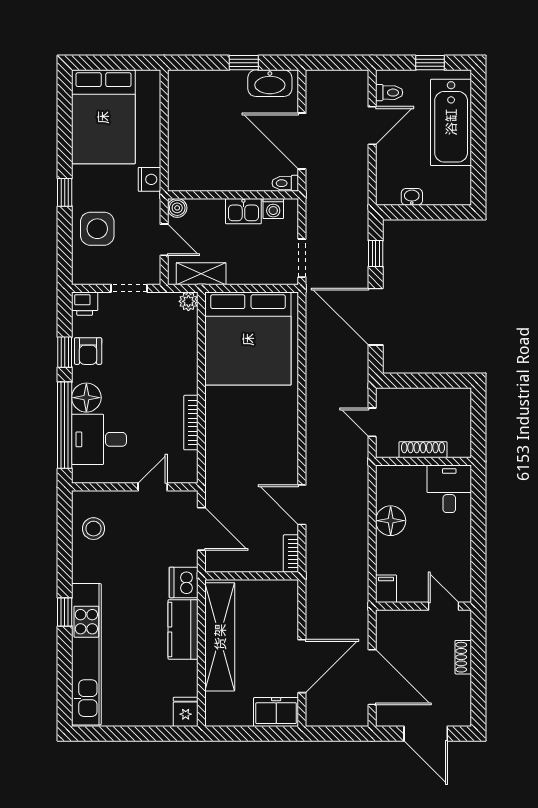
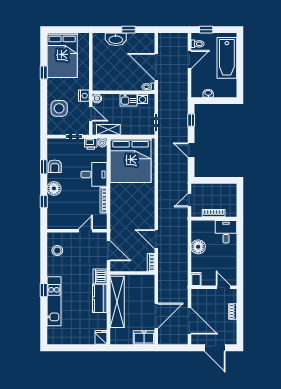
window: (430, 63) -> (206, 30), moved
washbasin: (270, 83) -> (116, 39), moved
nightstand: (149, 179) -> (84, 96), moved
window: (65, 192) -> (44, 73), moved
printer: (85, 304) -> (91, 144), moved
door: (376, 317) -> (191, 150), width x0.53
door: (372, 422) -> (189, 200), hinge flipped
window: (65, 425) -> (44, 202), width x0.32
desk: (99, 439) -> (94, 174), moved, turned 180
kitchen unit: (86, 654) -> (54, 301), width x0.73

